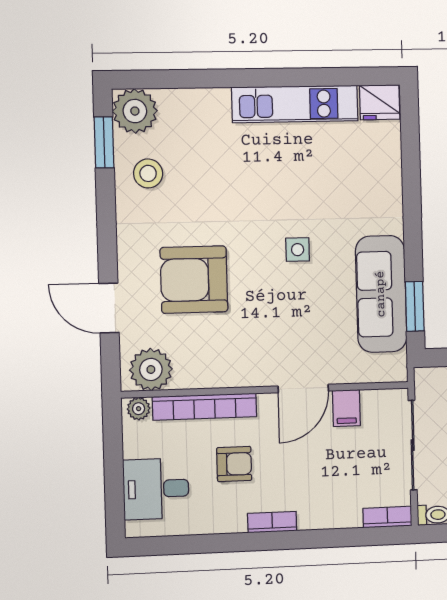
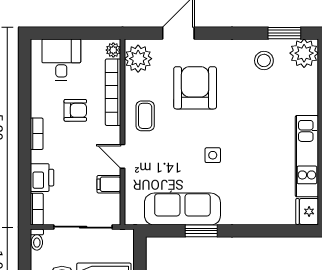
window: (415, 306) -> (201, 231), moved
coffee table: (240, 356) -> (145, 116), added
door: (303, 389) -> (123, 156), width x0.73
armchair: (234, 464) -> (75, 110), turned -90
printer: (339, 511) -> (42, 178), added

